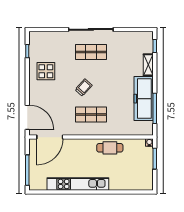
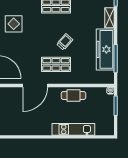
trolley: (84, 88) -> (65, 42), moved
door: (50, 137) -> (35, 85), moved
kitchen unit: (78, 184) -> (73, 129), moved, width x0.73

